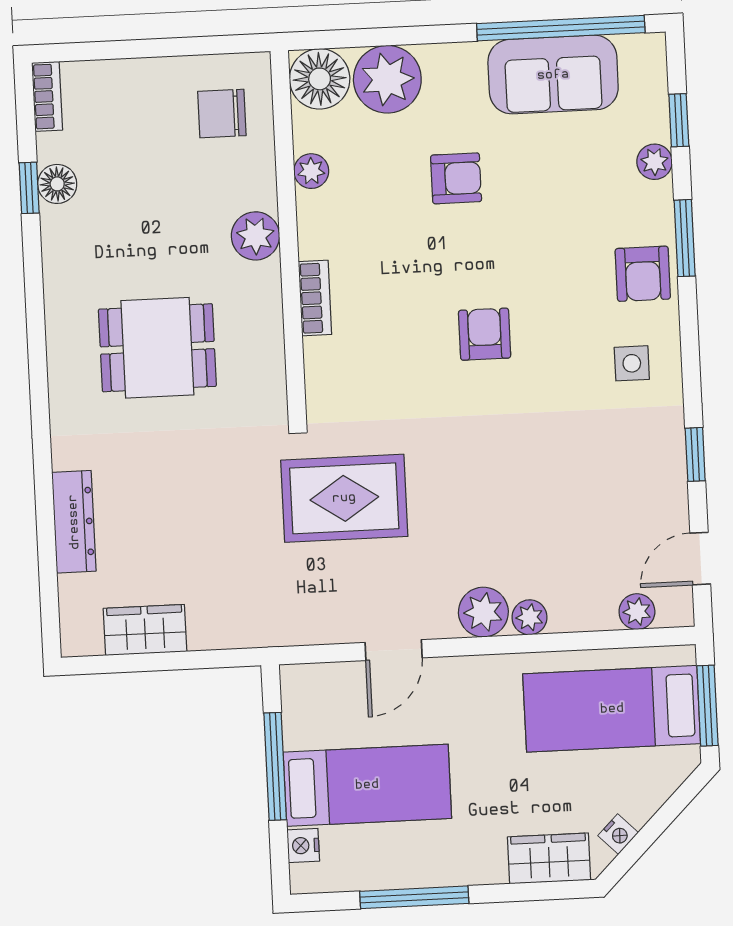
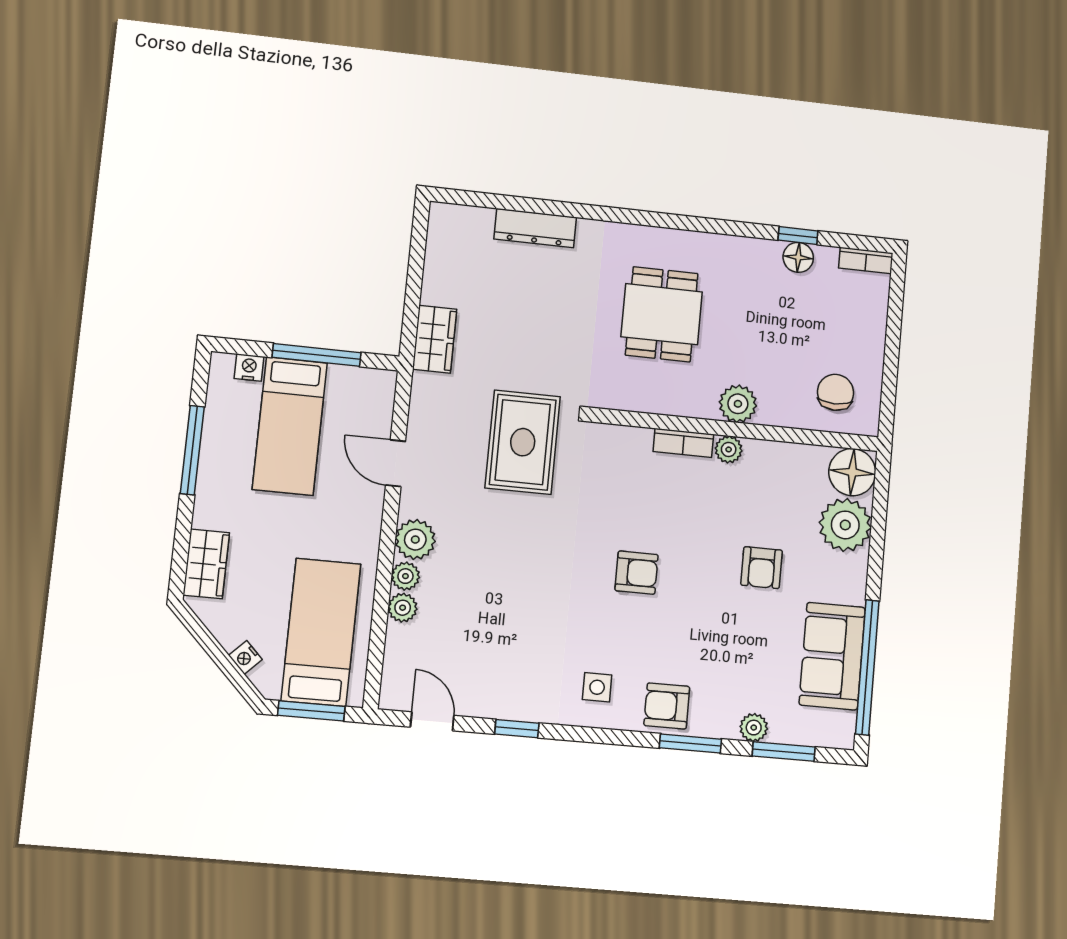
window: (679, 120) -> (784, 752), width x1.50
plant: (311, 171) -> (729, 449), moved
plant: (637, 612) -> (403, 608), moved
wardrobe: (145, 630) -> (435, 339), moved
nightstand: (618, 834) -> (245, 657), moved

